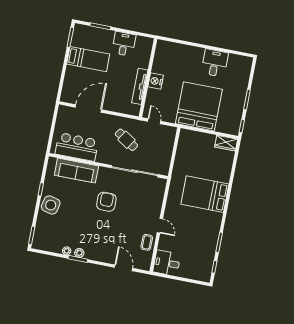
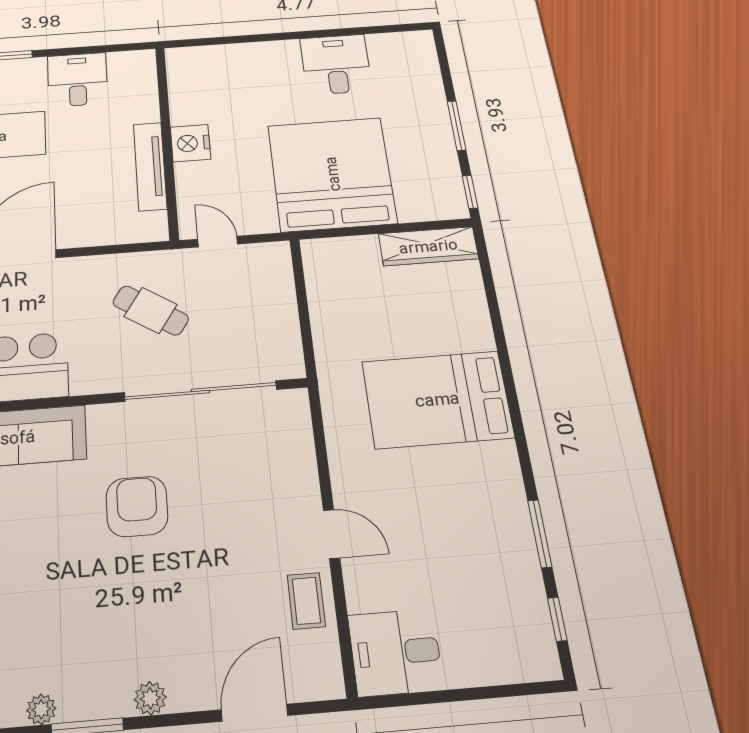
wardrobe: (226, 143) -> (428, 246), width x1.50
plant: (79, 253) -> (150, 698), moved
door: (124, 268) -> (254, 713), hinge flipped

